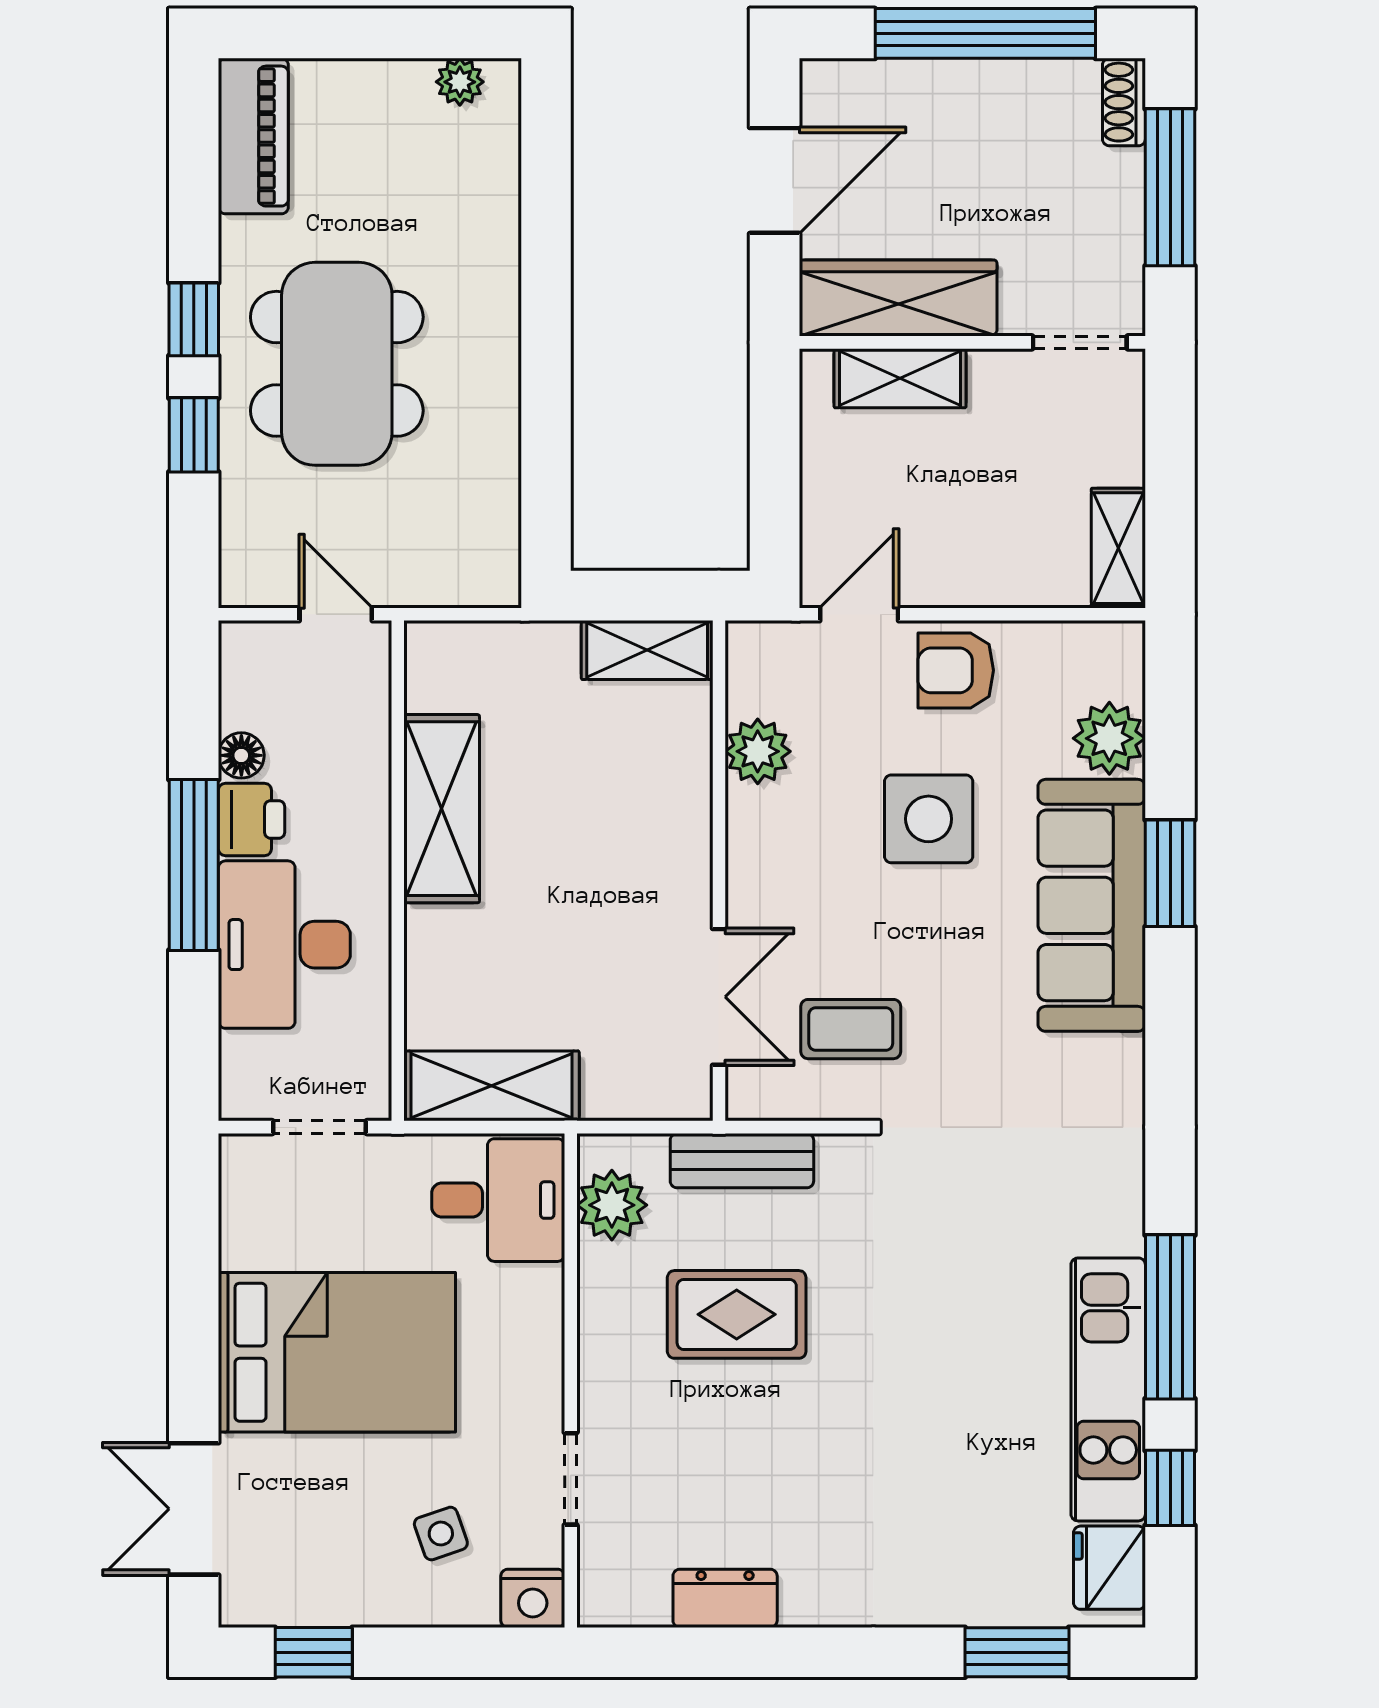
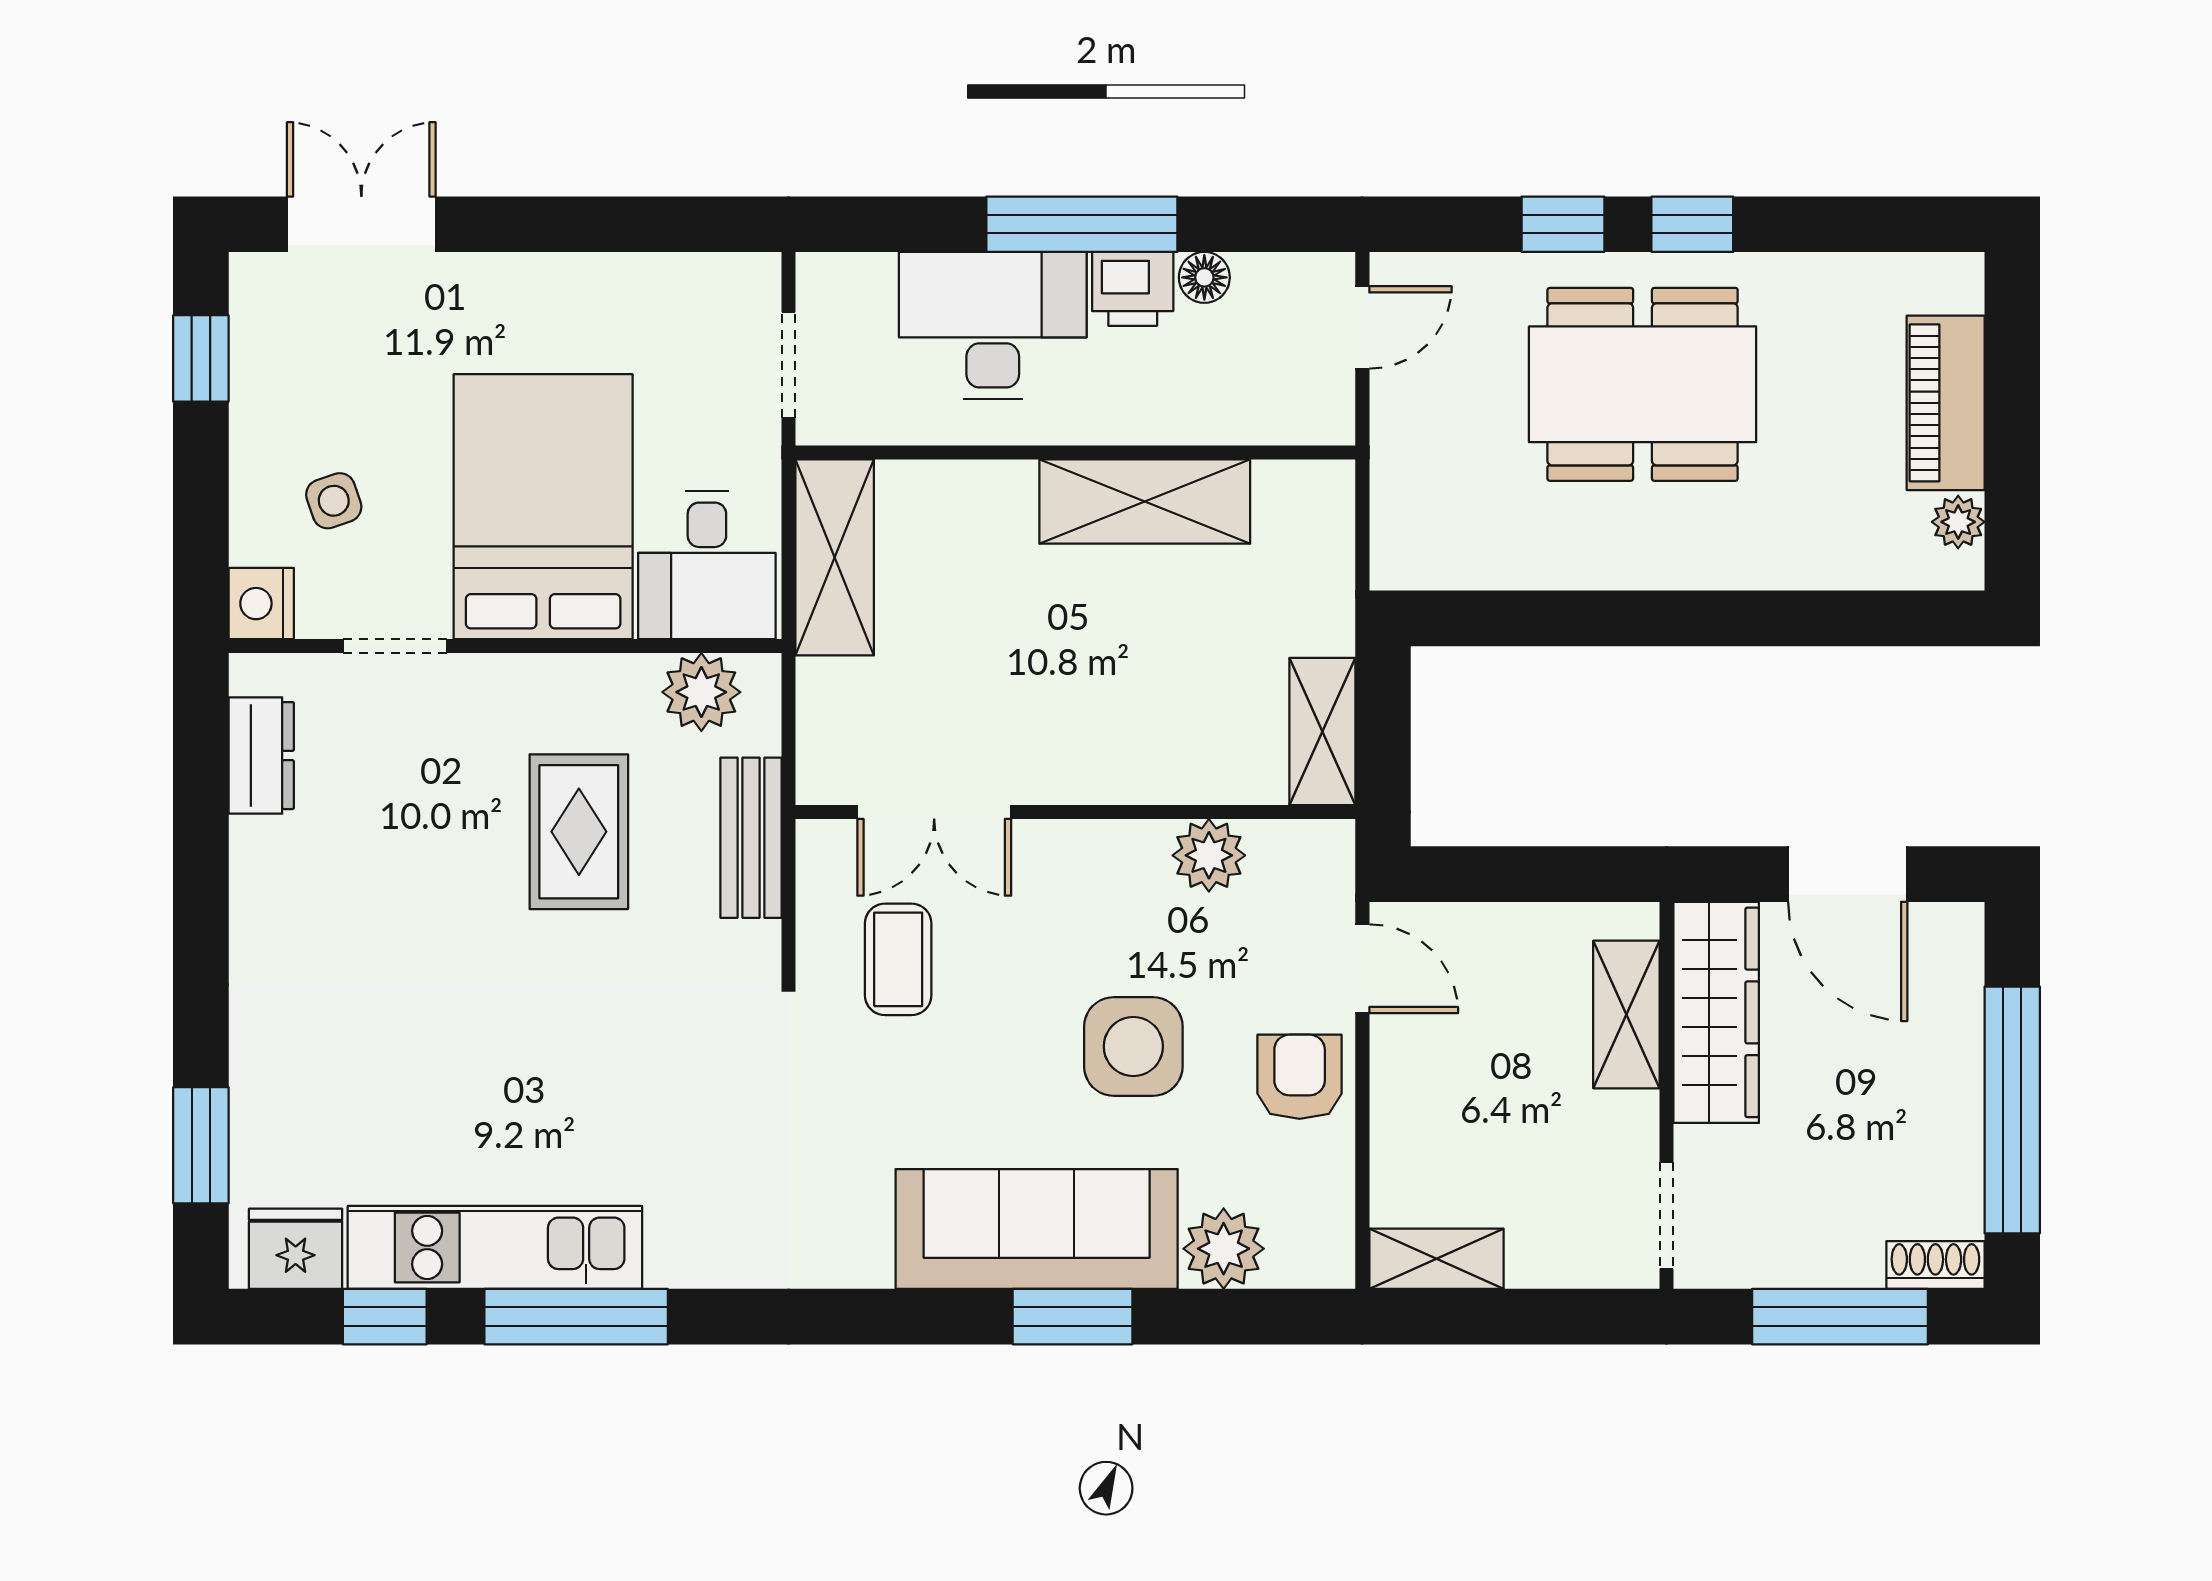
piano: (253, 136) -> (1946, 403), moved, turned 90
door: (336, 614) -> (1362, 327), moved
bed: (337, 1352) -> (543, 507), moved, turned 180
dresser: (725, 1598) -> (261, 756), moved

